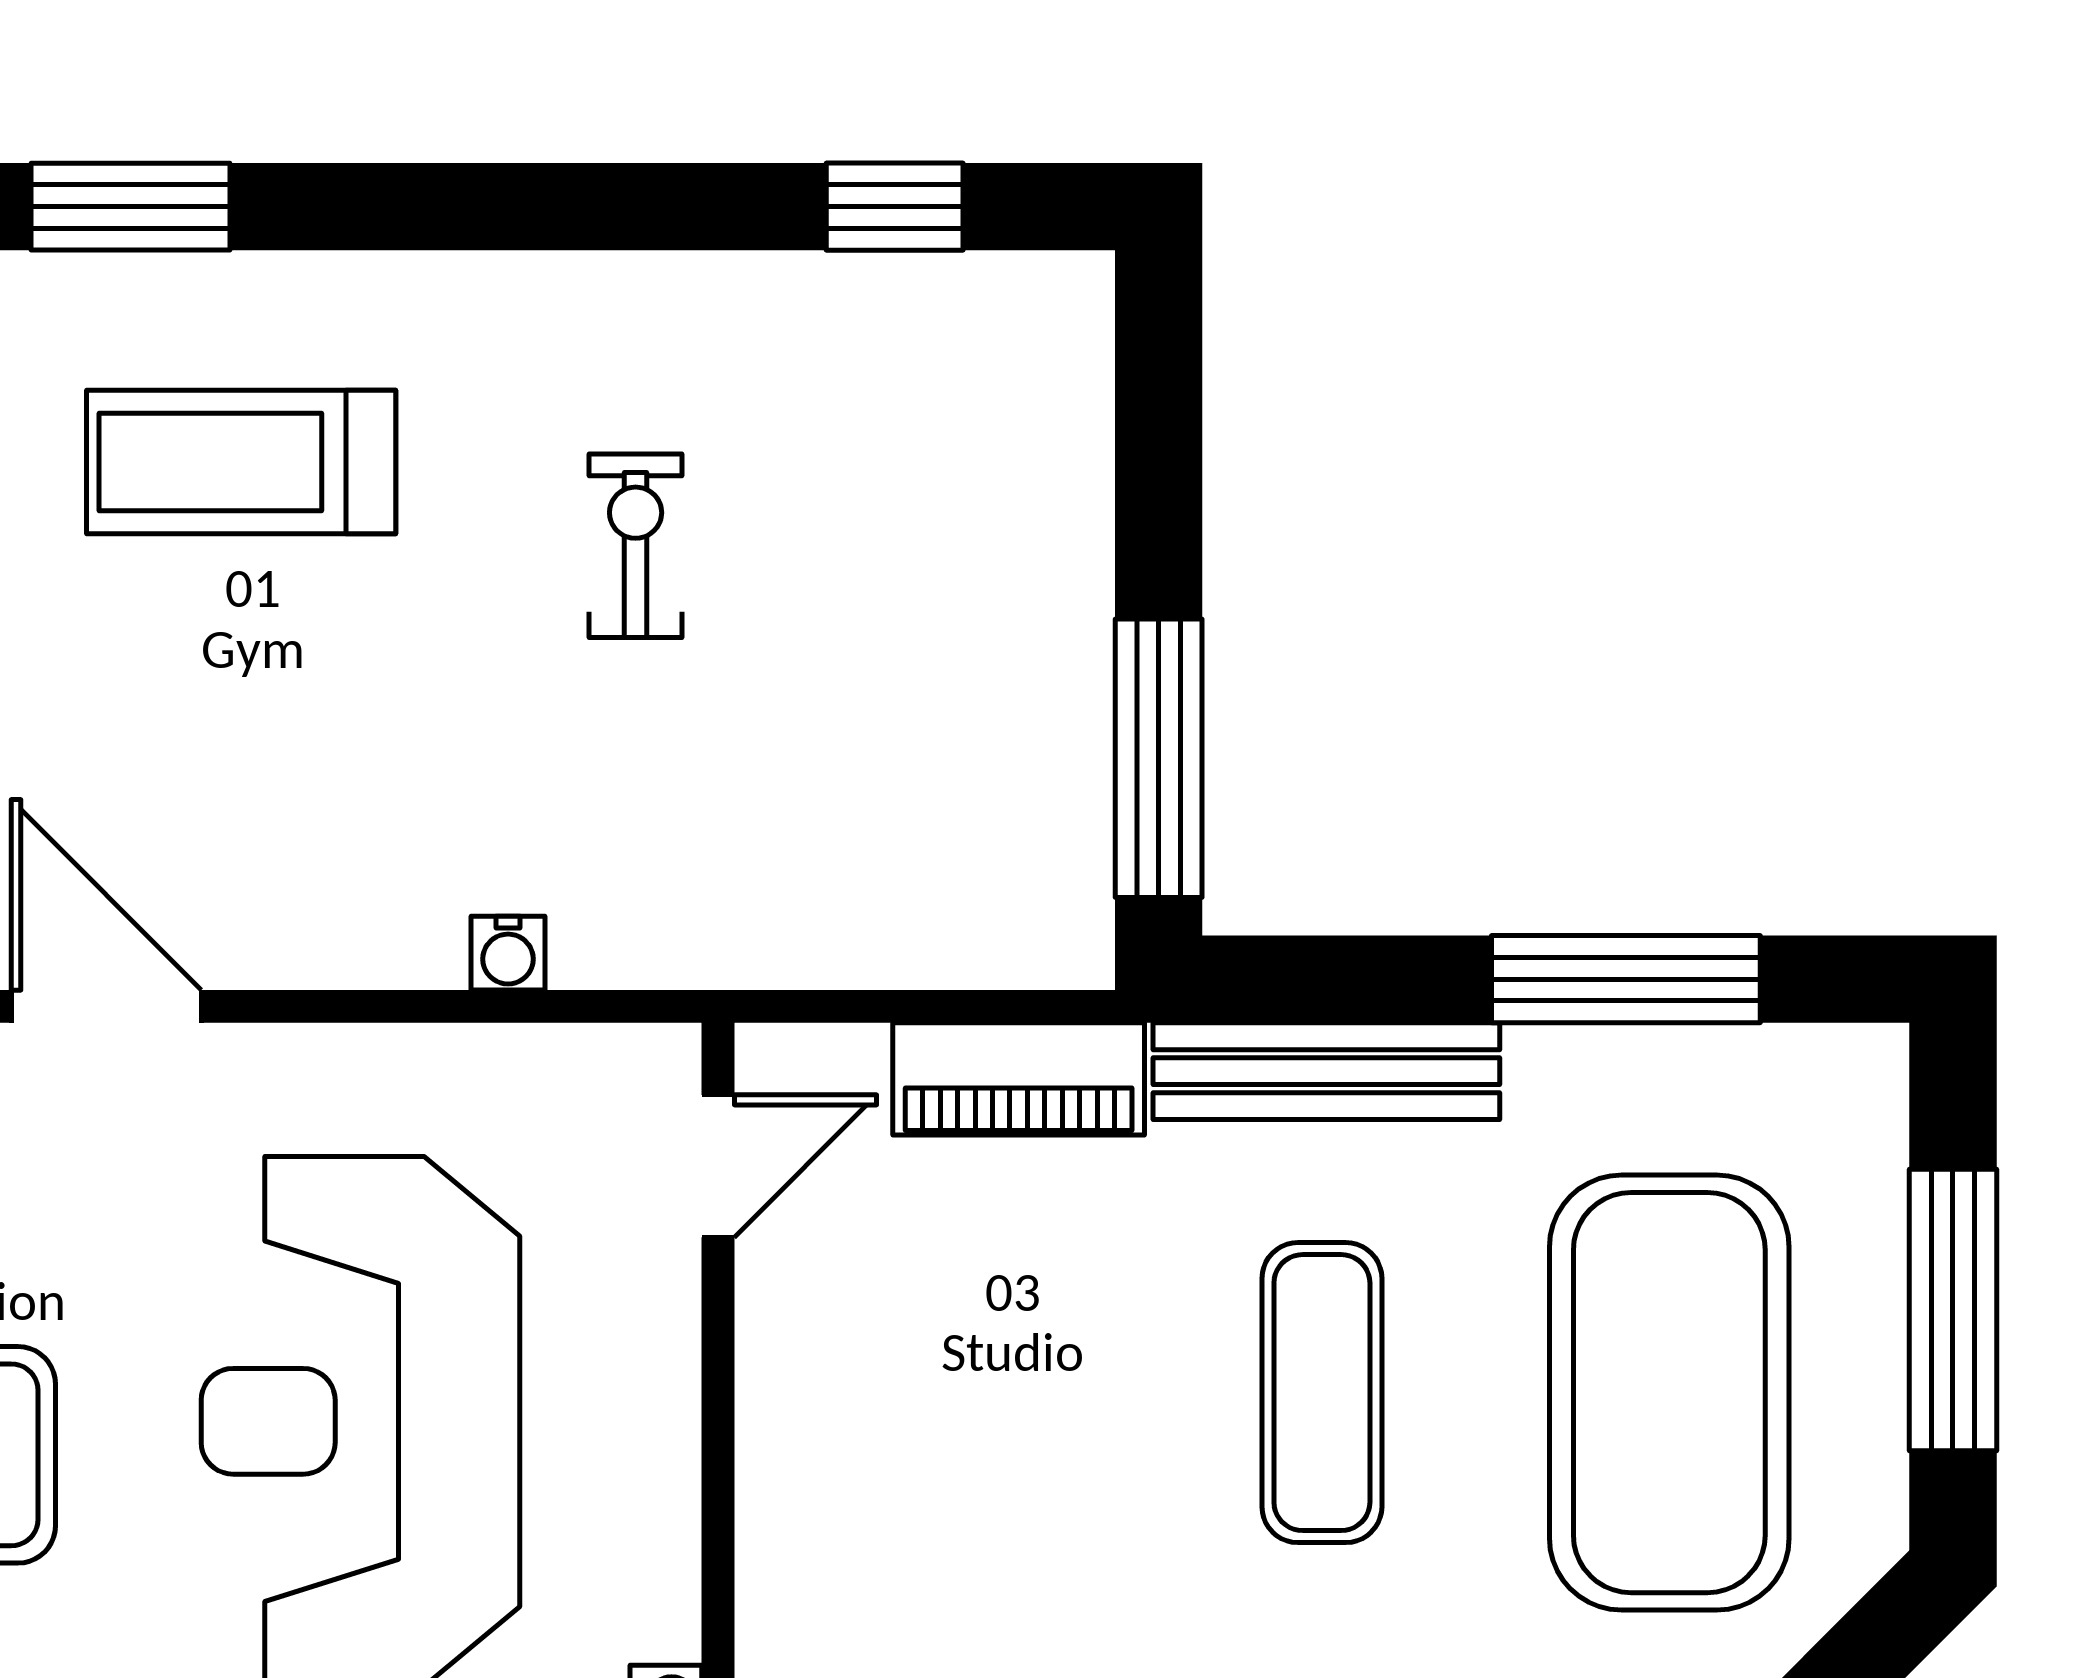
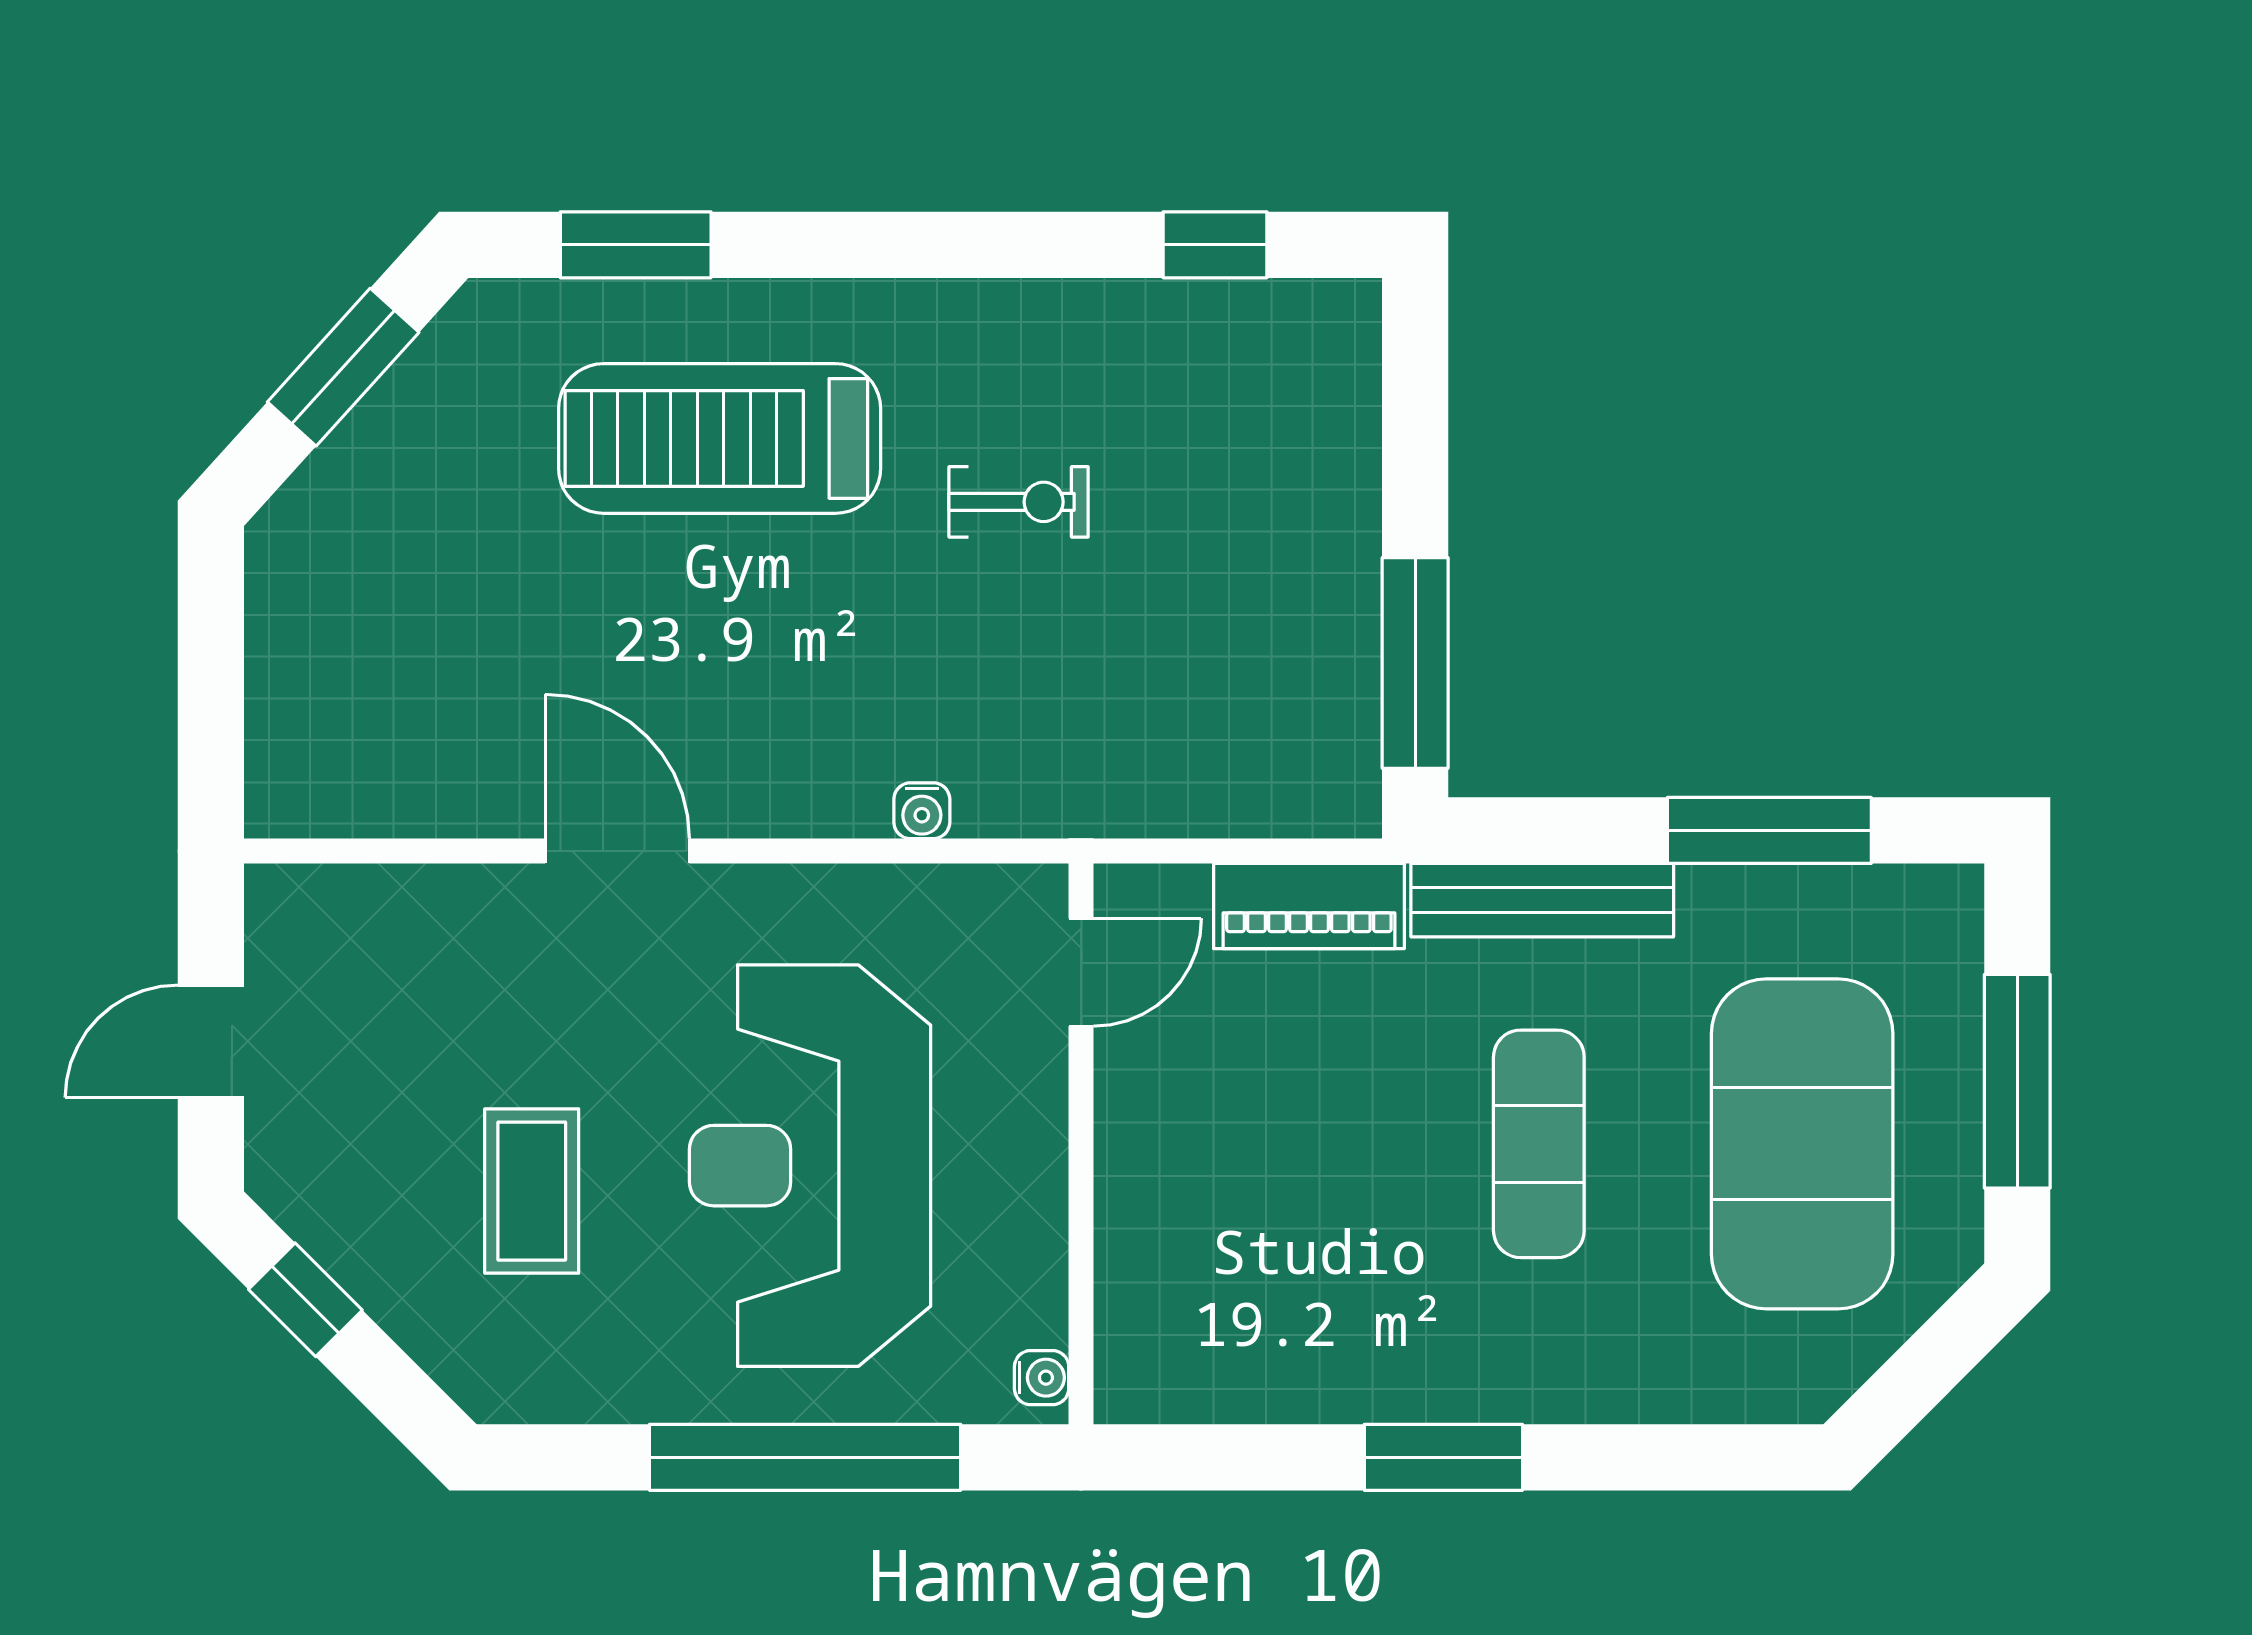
treadmill: (241, 462) -> (720, 438), width x1.37, depth x1.38
exercise bike: (636, 546) -> (1019, 502), turned 90

